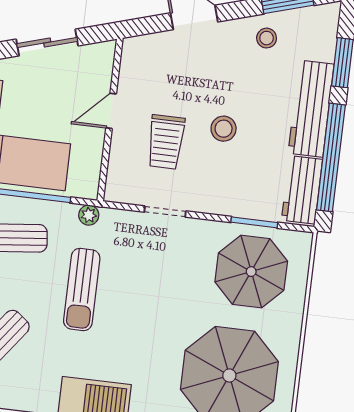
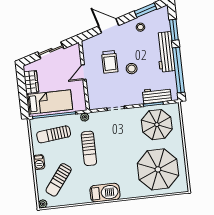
trolley: (166, 142) -> (110, 62), moved
workbench: (302, 190) -> (157, 95), moved, turned 90

